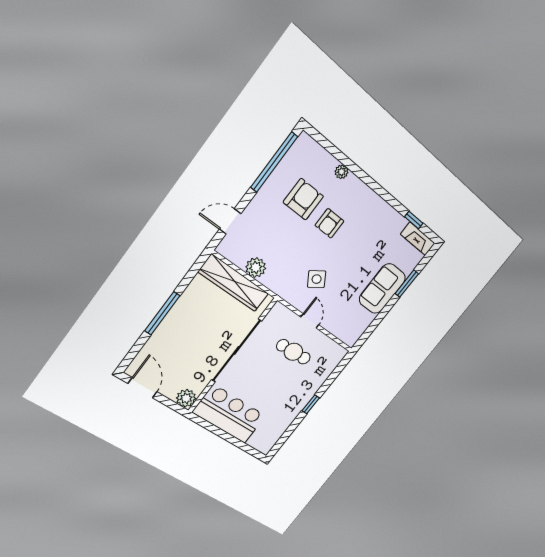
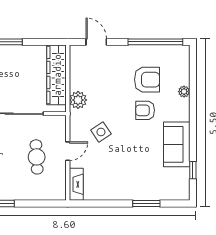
fireplace: (418, 239) -> (76, 184), moved, turned 180
plant: (256, 268) -> (78, 100), moved
sofa: (382, 289) -> (177, 144), moved, turned -90

